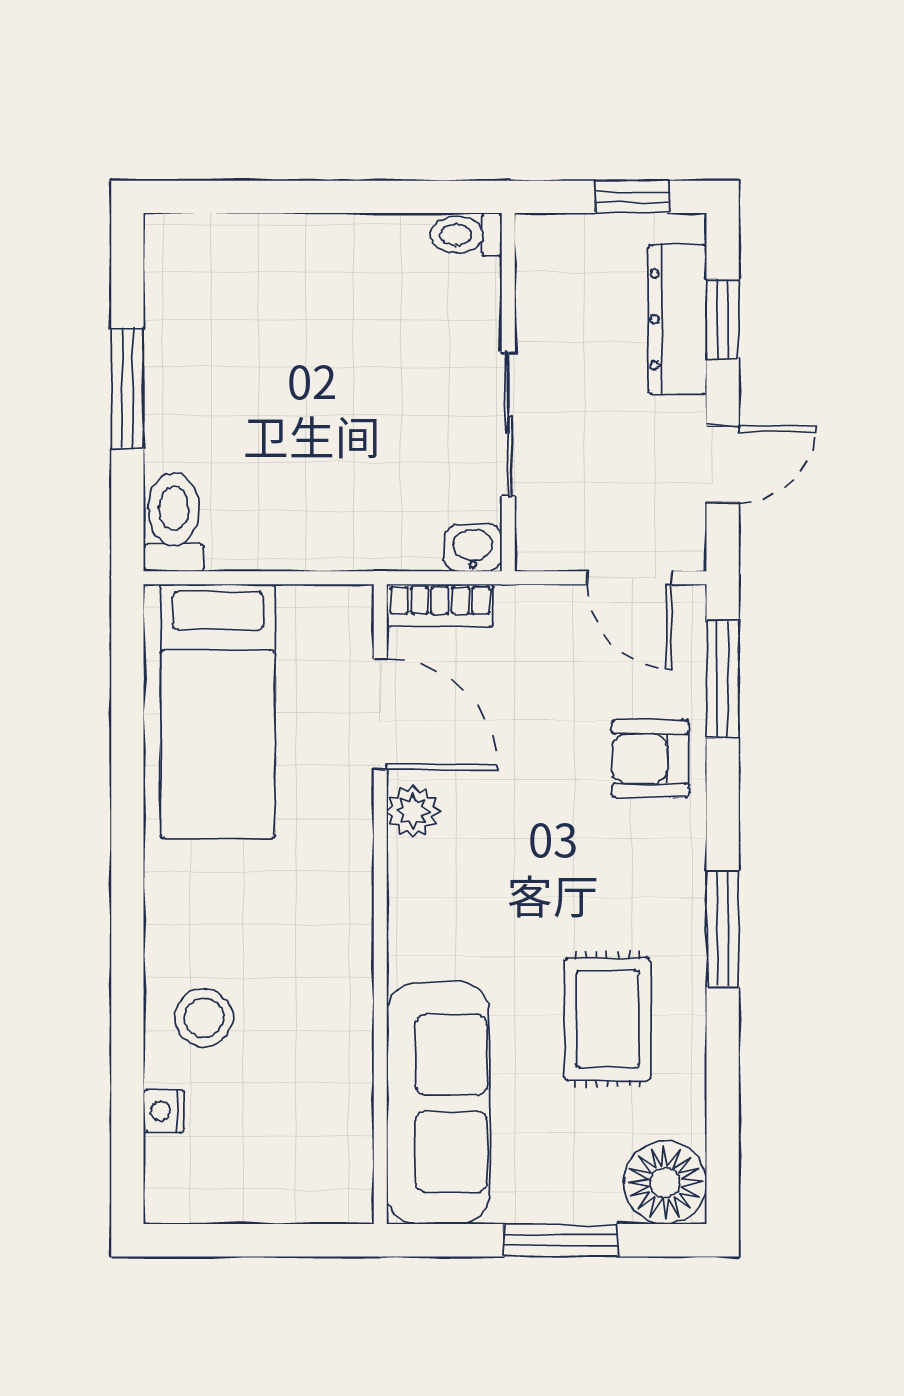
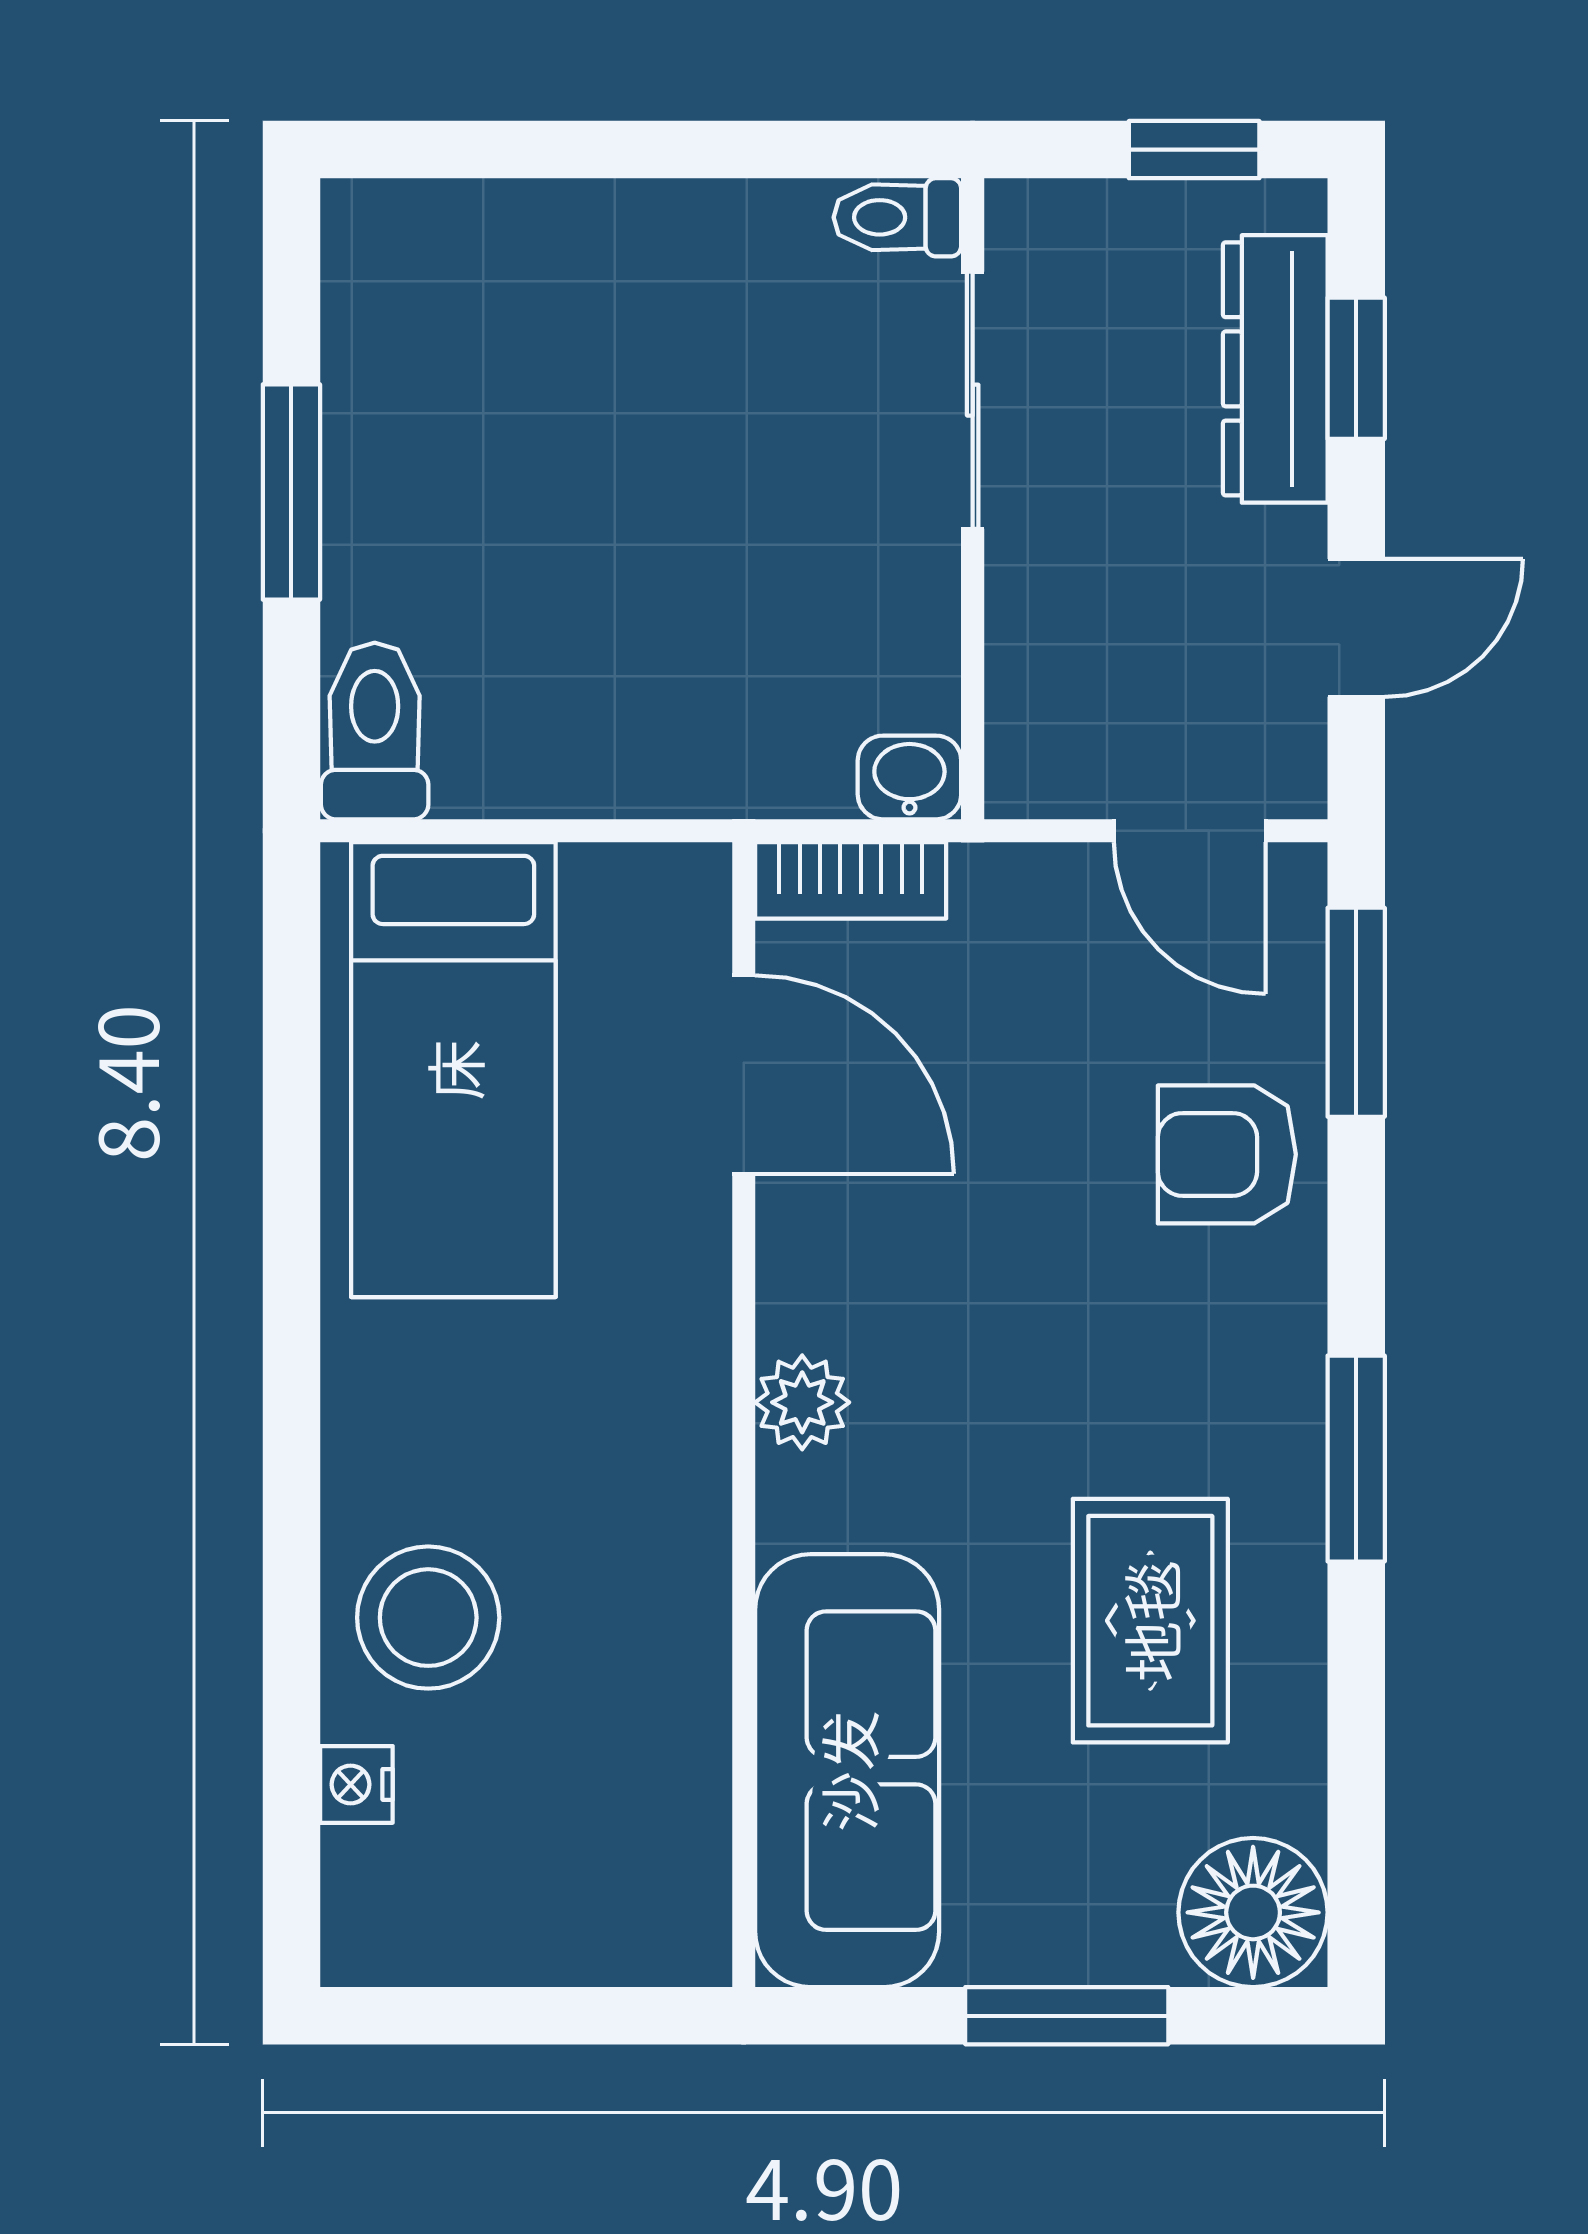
sliding door: (508, 424) -> (973, 400), moved
plant: (413, 811) -> (802, 1402), moved
stool: (204, 1018) -> (428, 1618), width x1.38, depth x1.38

